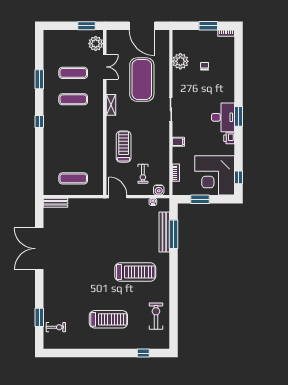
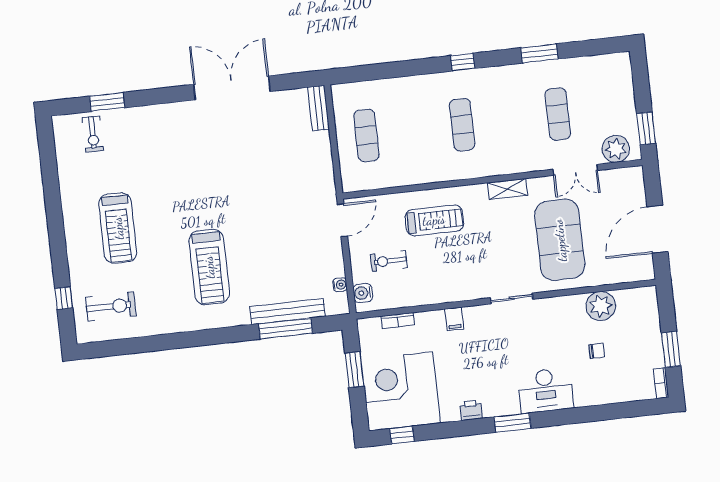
exercise mat: (142, 80) -> (560, 240), turned 90
exercise mat: (73, 99) -> (462, 125), moved
desk: (223, 117) -> (545, 390), moved
exercise bike: (156, 316) -> (111, 307), moved

